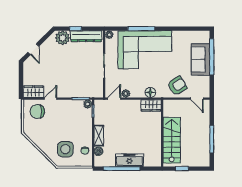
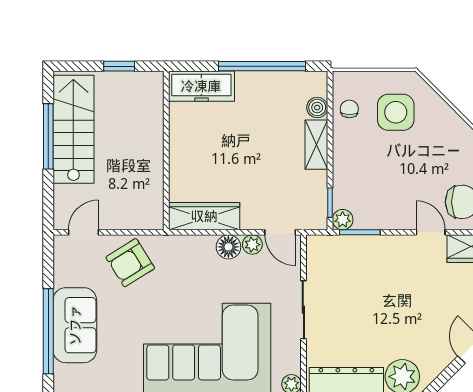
floor lamp: (150, 92) -> (228, 247), moved
door: (51, 99) -> (431, 232), swing flipped
door: (114, 99) -> (280, 232), hinge flipped
door: (197, 99) -> (83, 232), hinge flipped
wardrobe: (151, 105) -> (204, 216), width x1.50
stairs: (172, 140) -> (73, 129), moved, turned 180
freezer: (129, 160) -> (201, 86), moved

